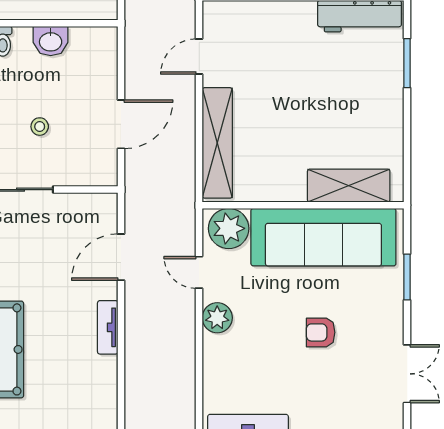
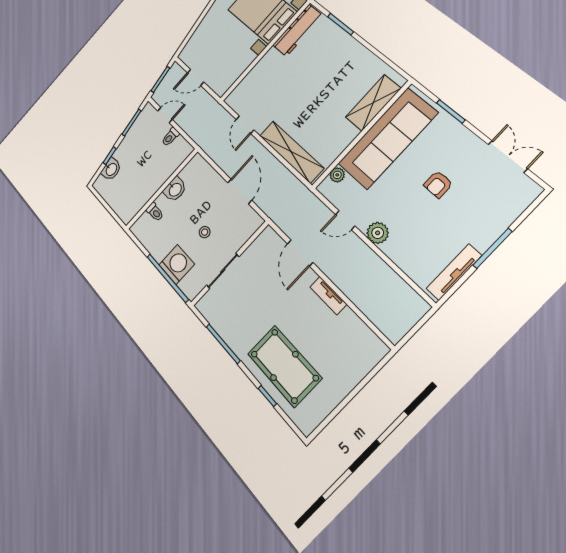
plant: (229, 228) -> (337, 175), width x0.53, depth x0.53

